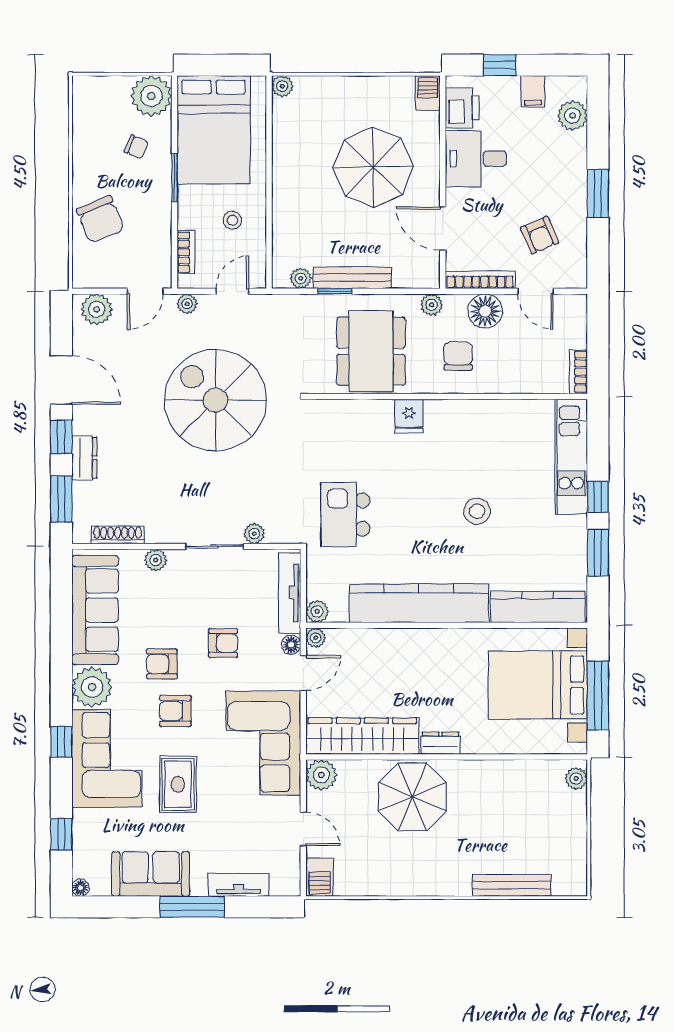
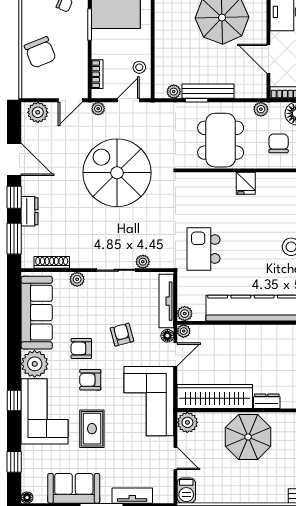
stool: (232, 220) -> (139, 67), moved
armchair: (223, 643) -> (122, 335), turned -105

